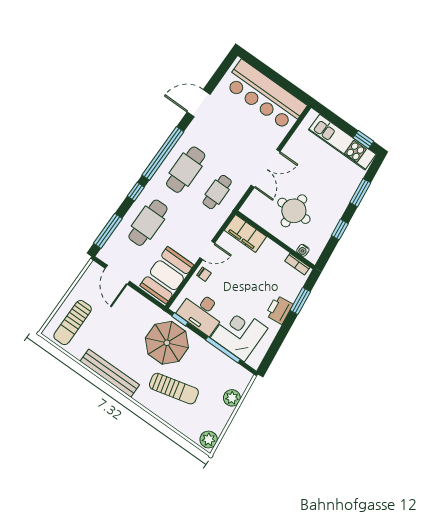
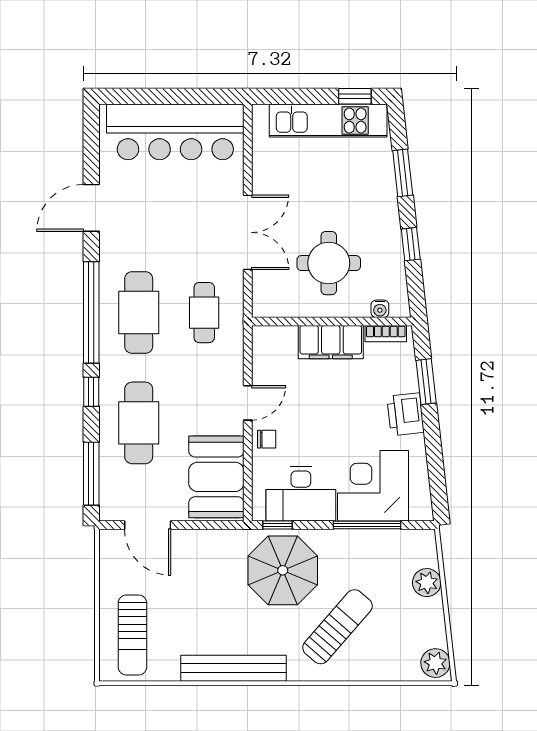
filing cabinet: (245, 233) -> (331, 342), moved
sun lounger: (174, 389) -> (337, 627), turned -35

